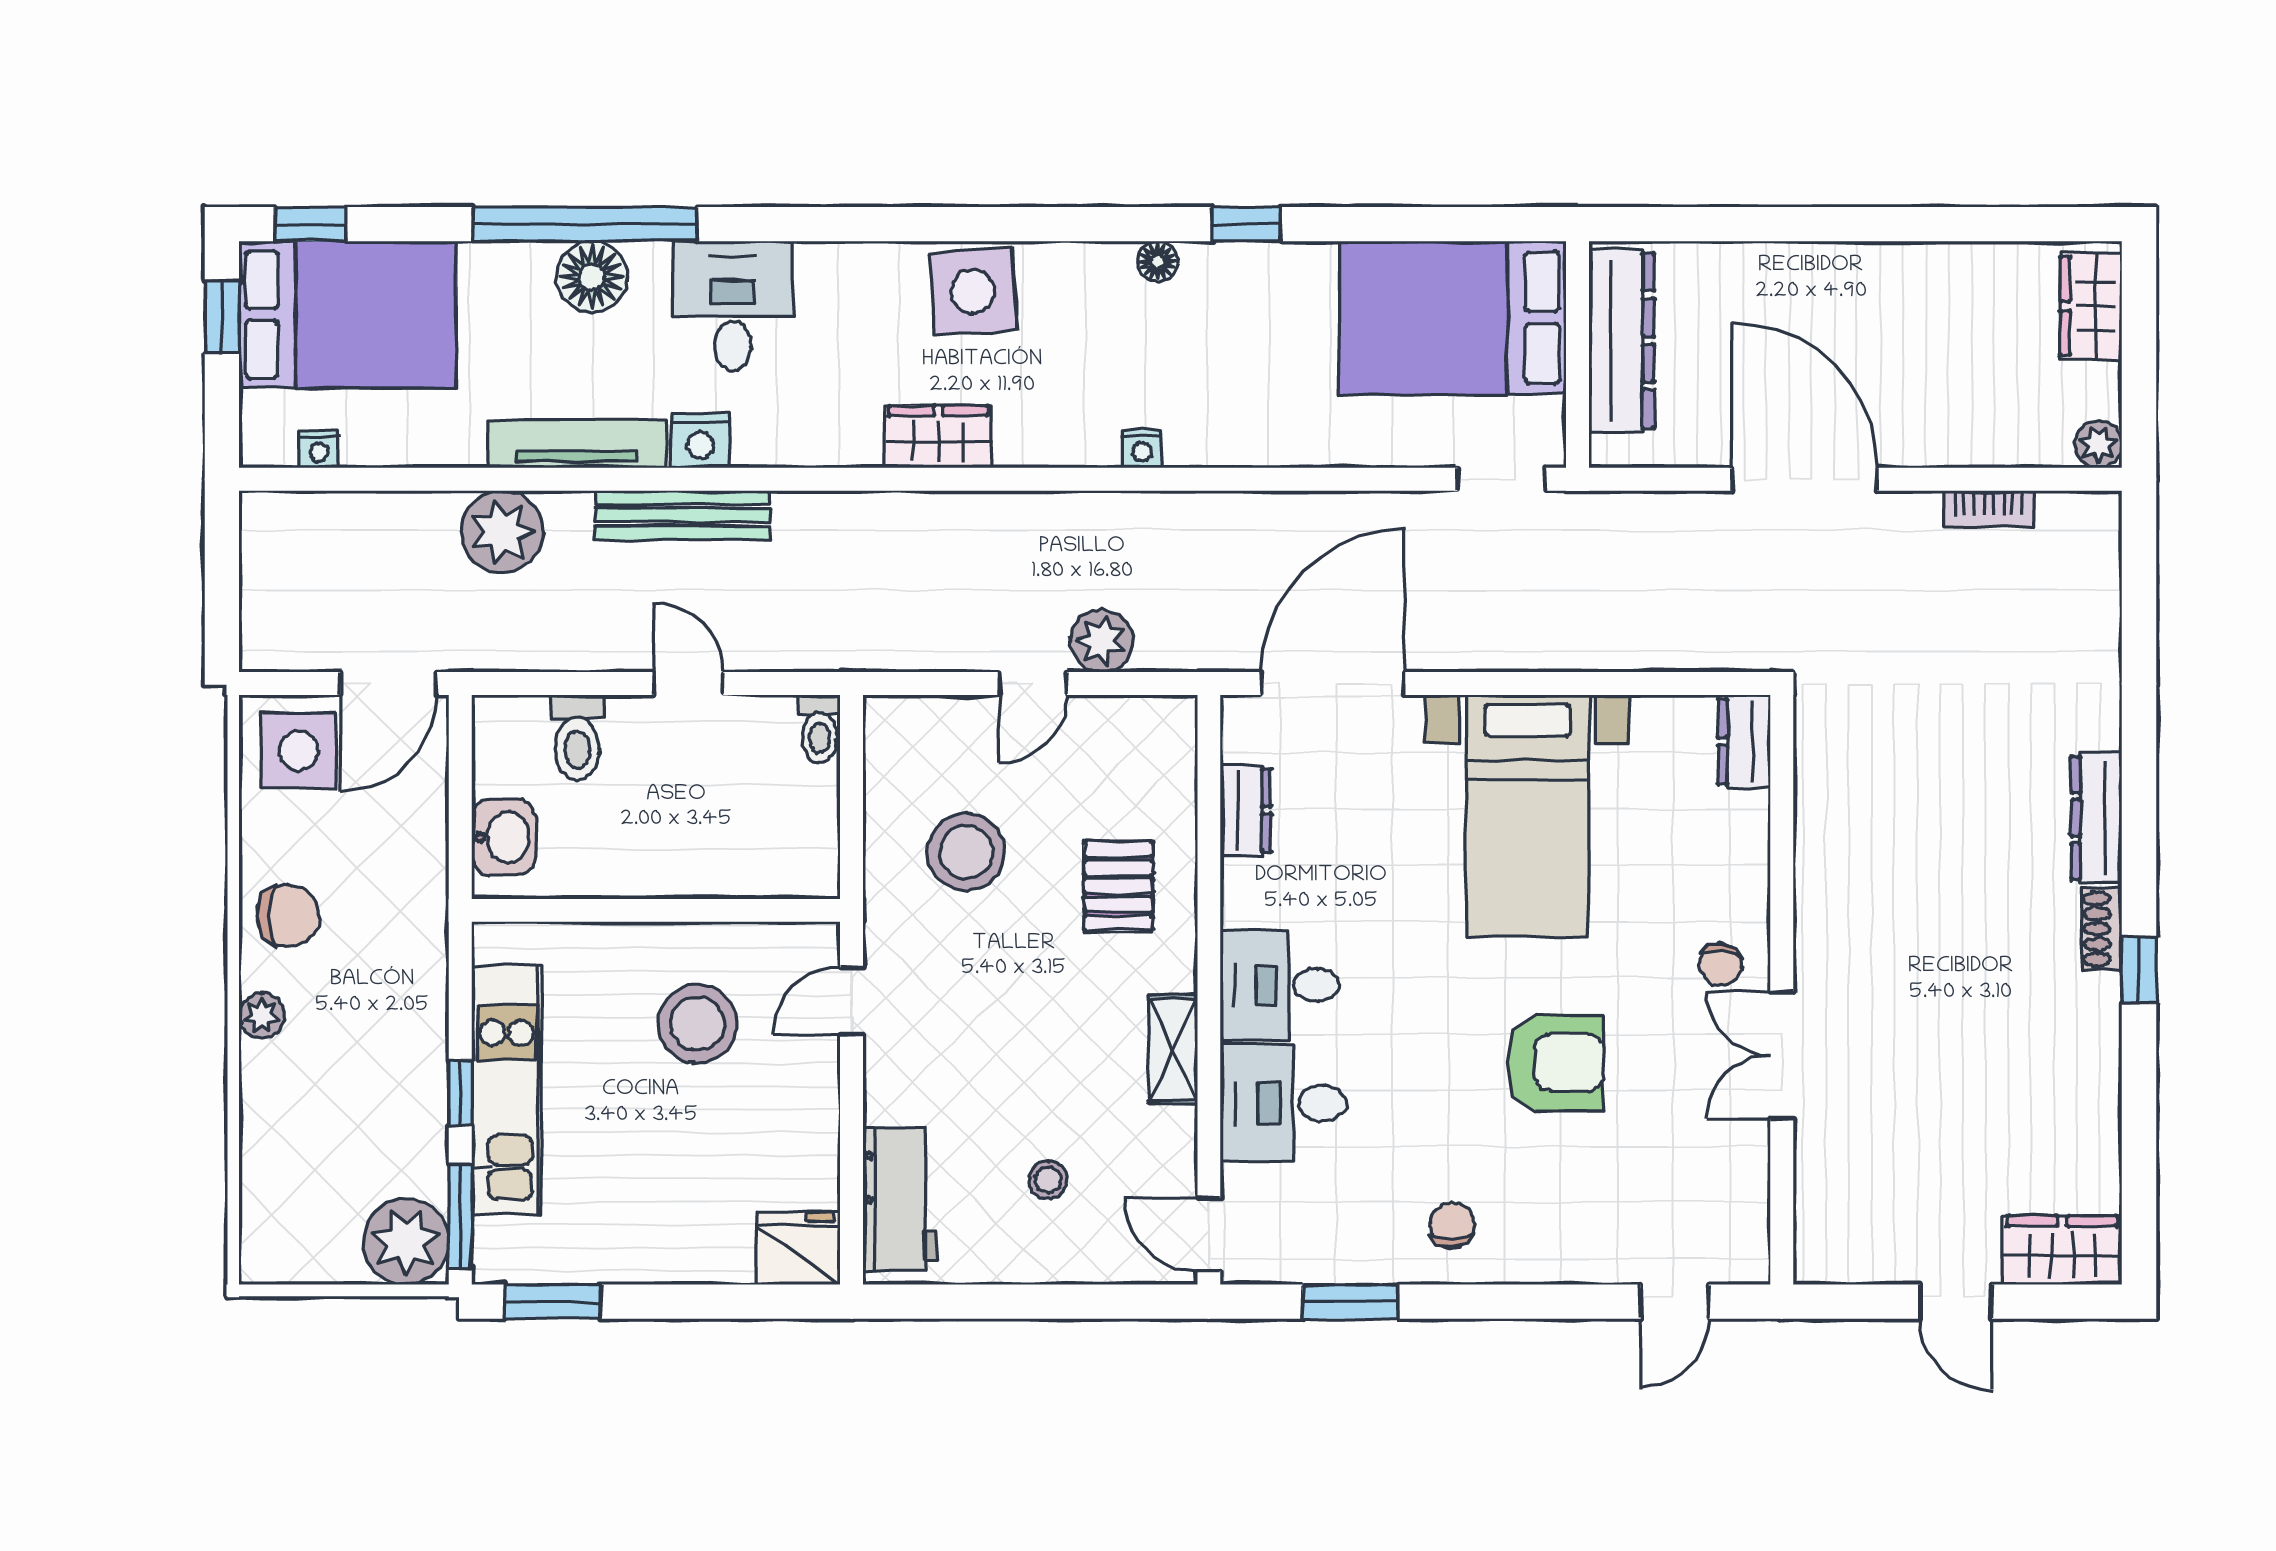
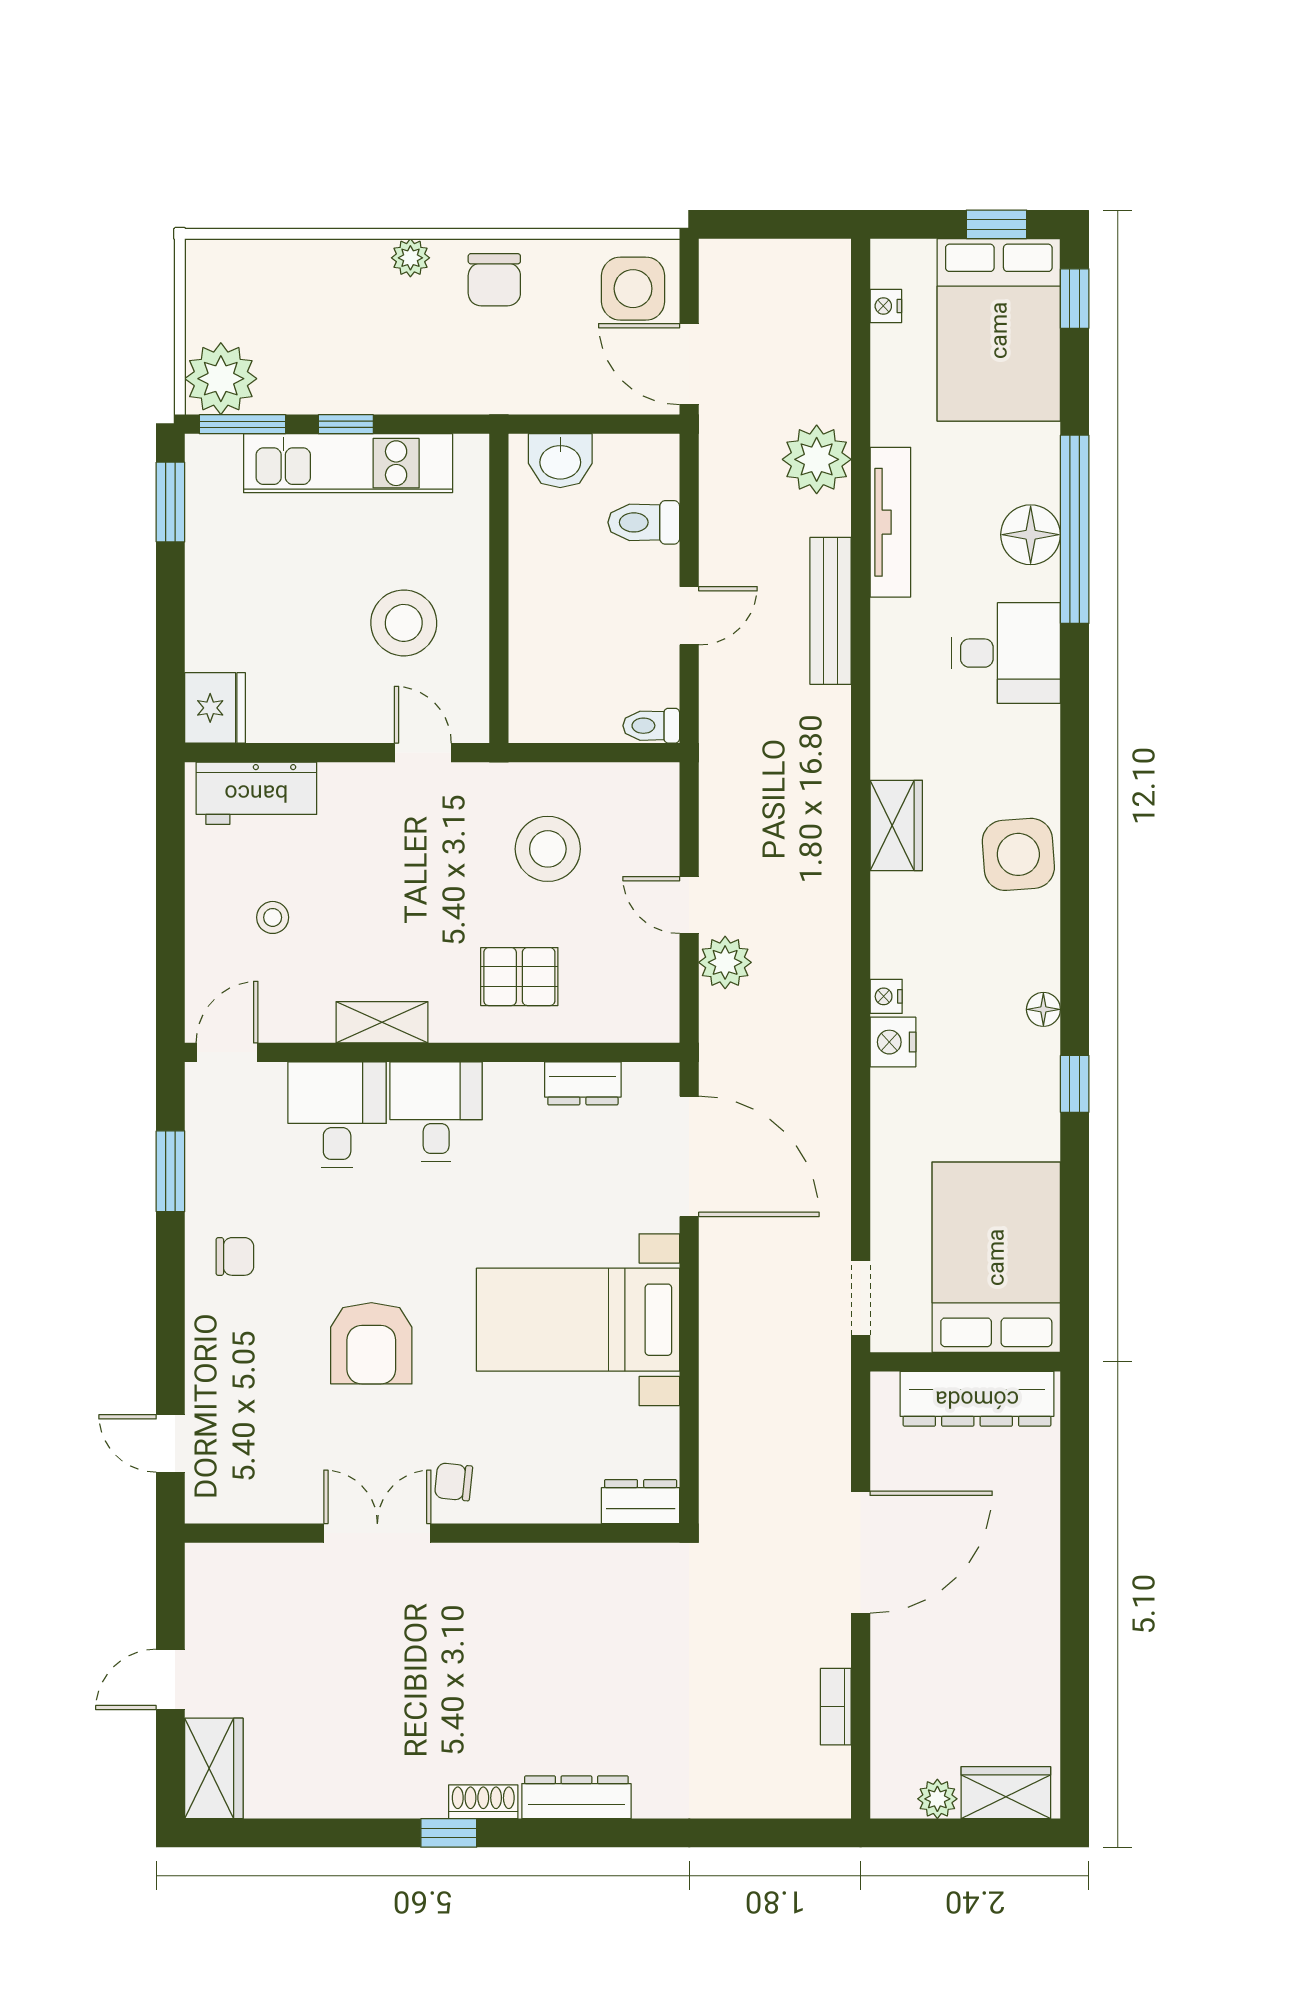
nightstand: (700, 441) -> (893, 1042), moved
plant: (2098, 444) -> (937, 1799), moved

